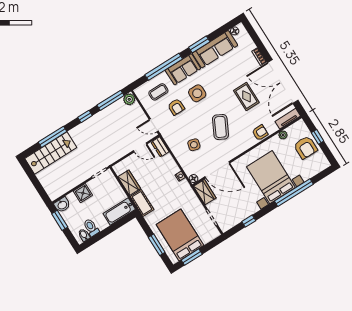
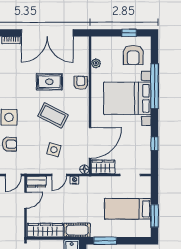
rug: (246, 96) -> (49, 82), moved
tv unit: (288, 119) -> (84, 50), removed
window: (318, 137) -> (129, 33), moved
armchair: (306, 147) -> (133, 55), moved, turned 90
door: (177, 162) -> (59, 175), added
wardrobe: (129, 183) -> (45, 230), width x1.50
bed: (180, 235) -> (128, 209), width x0.67
window: (157, 245) -> (105, 241), moved

